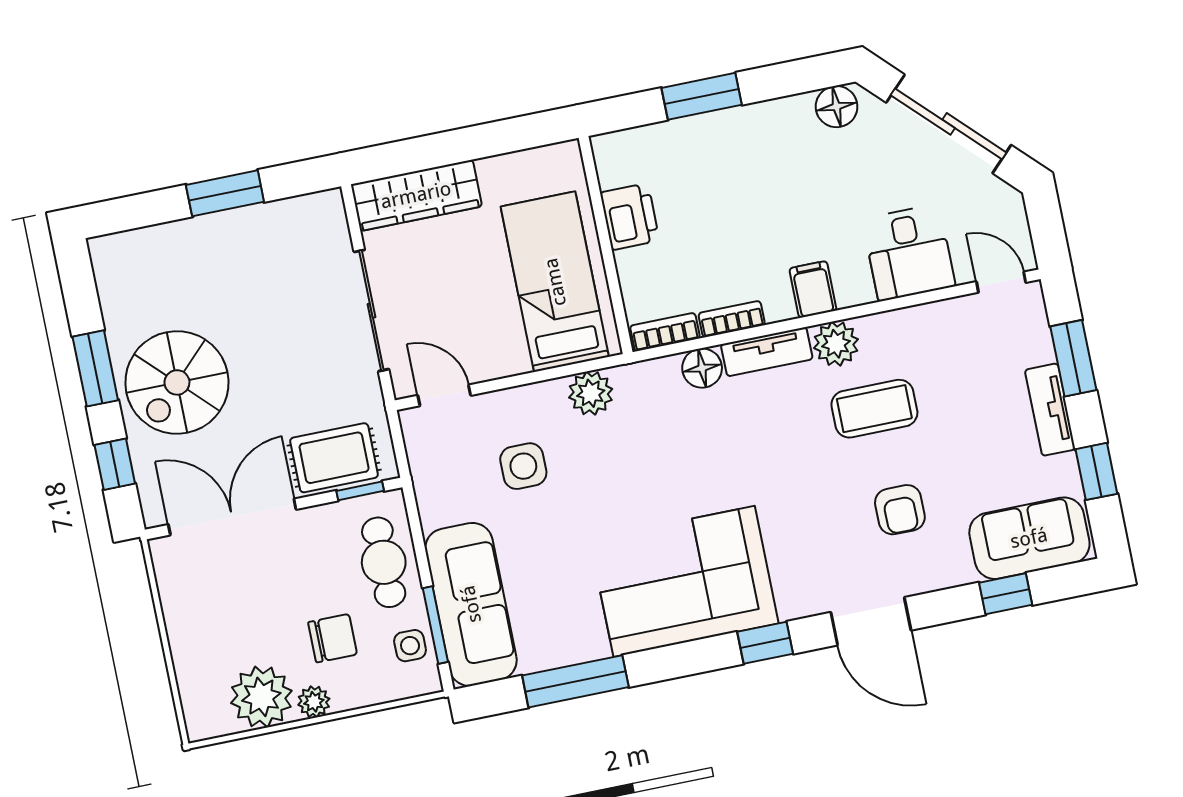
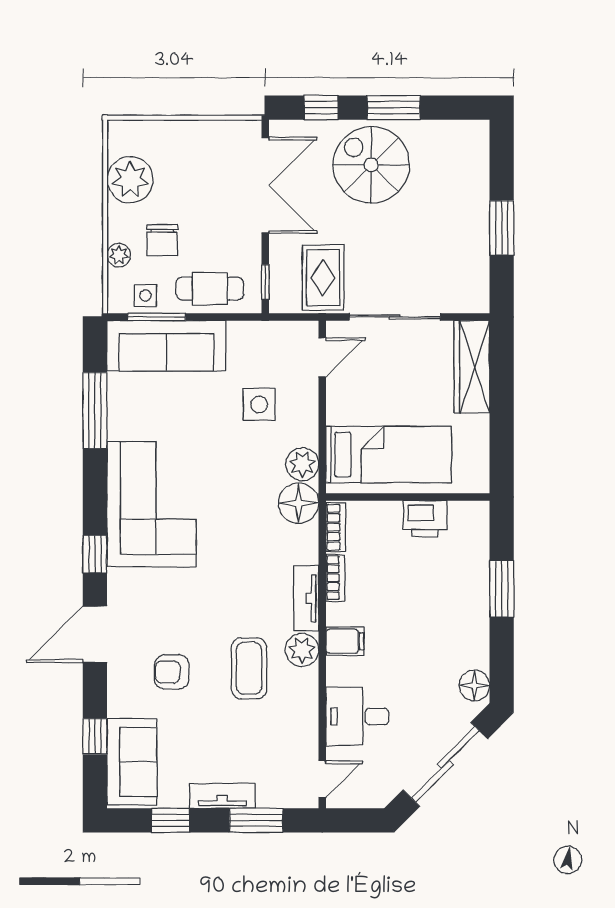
floor lamp: (702, 368) -> (299, 503), moved, width x1.38, depth x1.38
rug: (334, 458) -> (323, 278), moved
plant: (314, 702) -> (119, 255), moved

